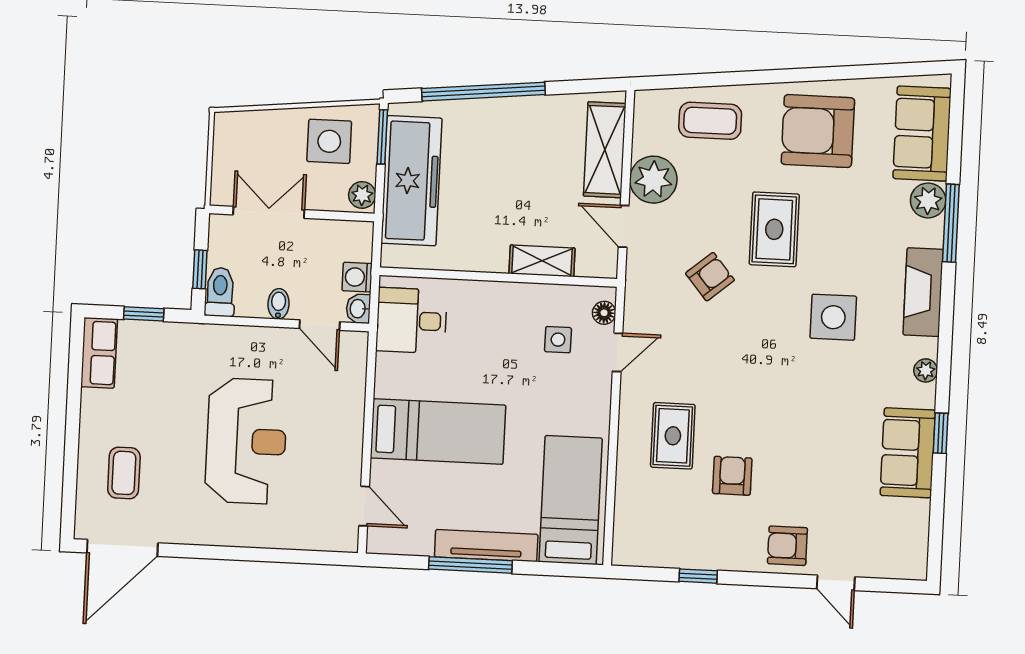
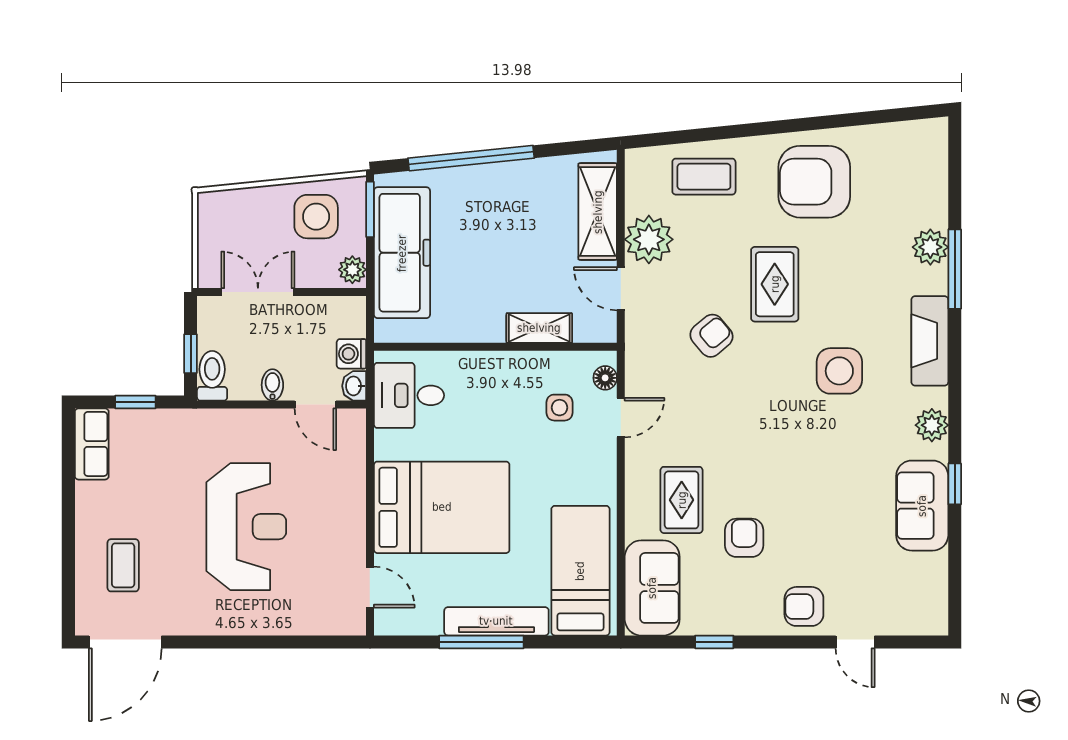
sofa: (922, 134) -> (652, 588), moved, turned 180
plant: (926, 370) -> (932, 425), width x1.38, depth x1.38
bed: (438, 432) -> (442, 507), width x1.50

